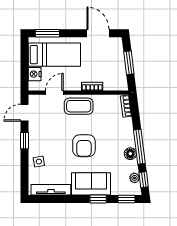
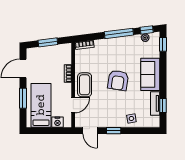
window: (47, 33) -> (23, 98), moved
door: (54, 93) -> (73, 105), swing flipped
armchair: (84, 146) -> (118, 80), turned 99
floor lamp: (130, 154) -> (125, 41), removed
tv unit: (51, 190) -> (155, 103), width x0.71
window: (98, 199) -> (163, 105), moved

